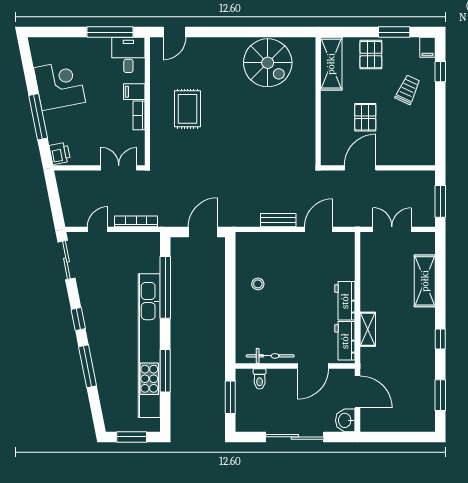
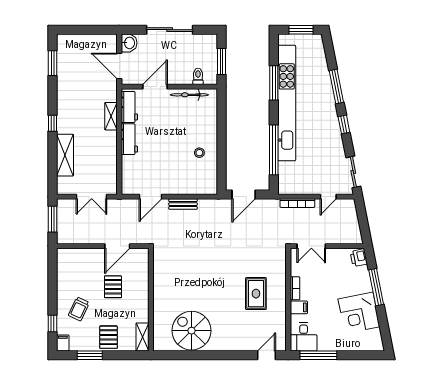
shelving: (331, 64) -> (142, 337), width x0.67, depth x0.75
window: (440, 339) -> (53, 123), moved

